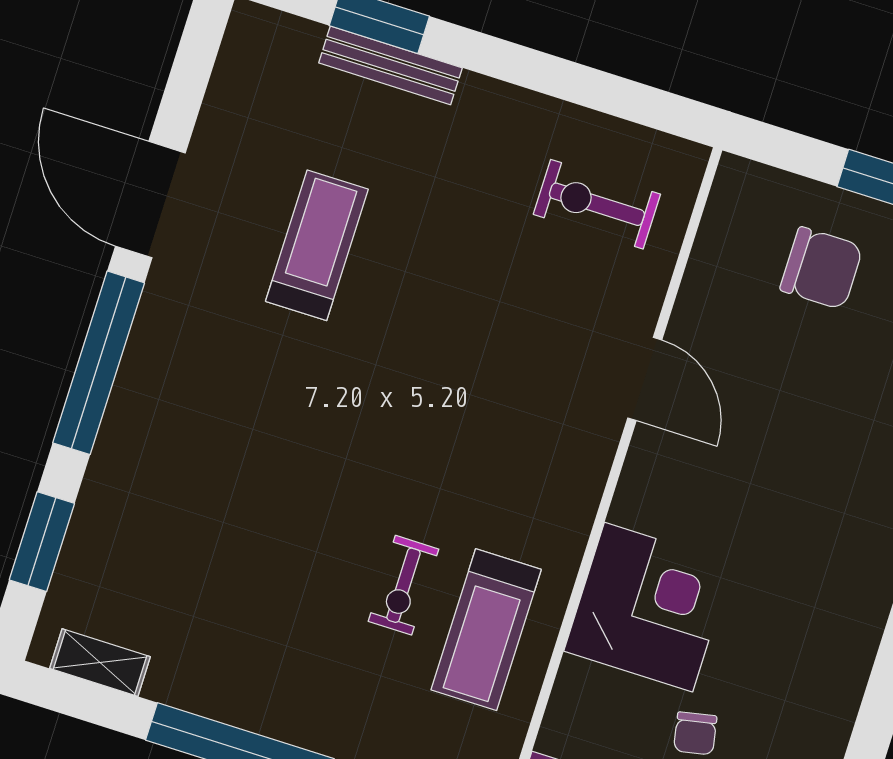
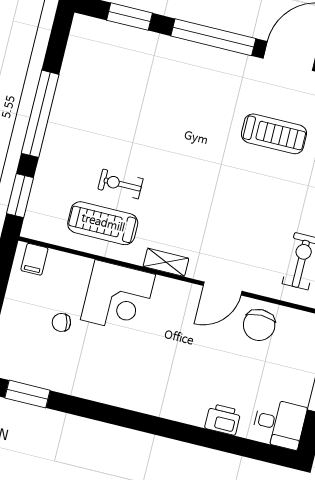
chair: (821, 268) -> (259, 325), moved
shelving: (100, 663) -> (166, 262), moved, turned 90

